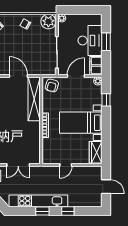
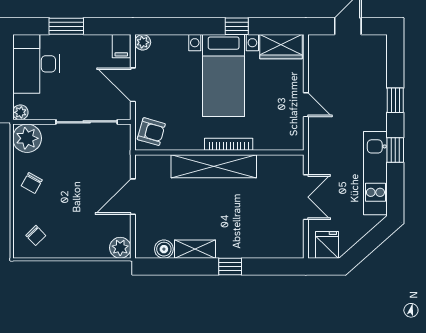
desk: (90, 40) -> (36, 64), moved, turned -90
filing cabinet: (96, 66) -> (121, 46), width x0.50
shelving: (34, 99) -> (214, 166), moved
window: (106, 100) -> (237, 26), moved
kitchen unit: (38, 201) -> (375, 173), width x0.73

